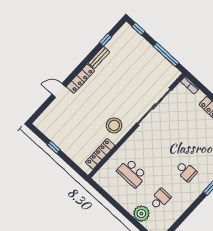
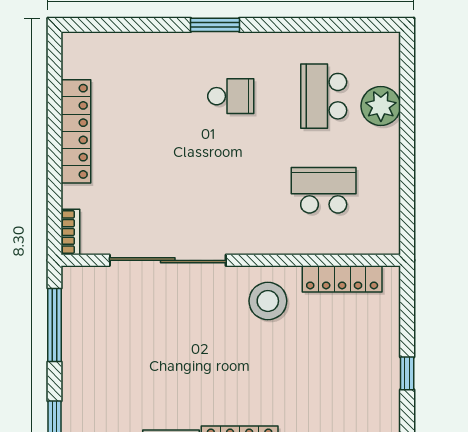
school desk: (186, 171) -> (231, 96), turned 90
school desk: (132, 173) -> (324, 190), turned -90
school desk: (160, 199) -> (324, 96), width x1.85

